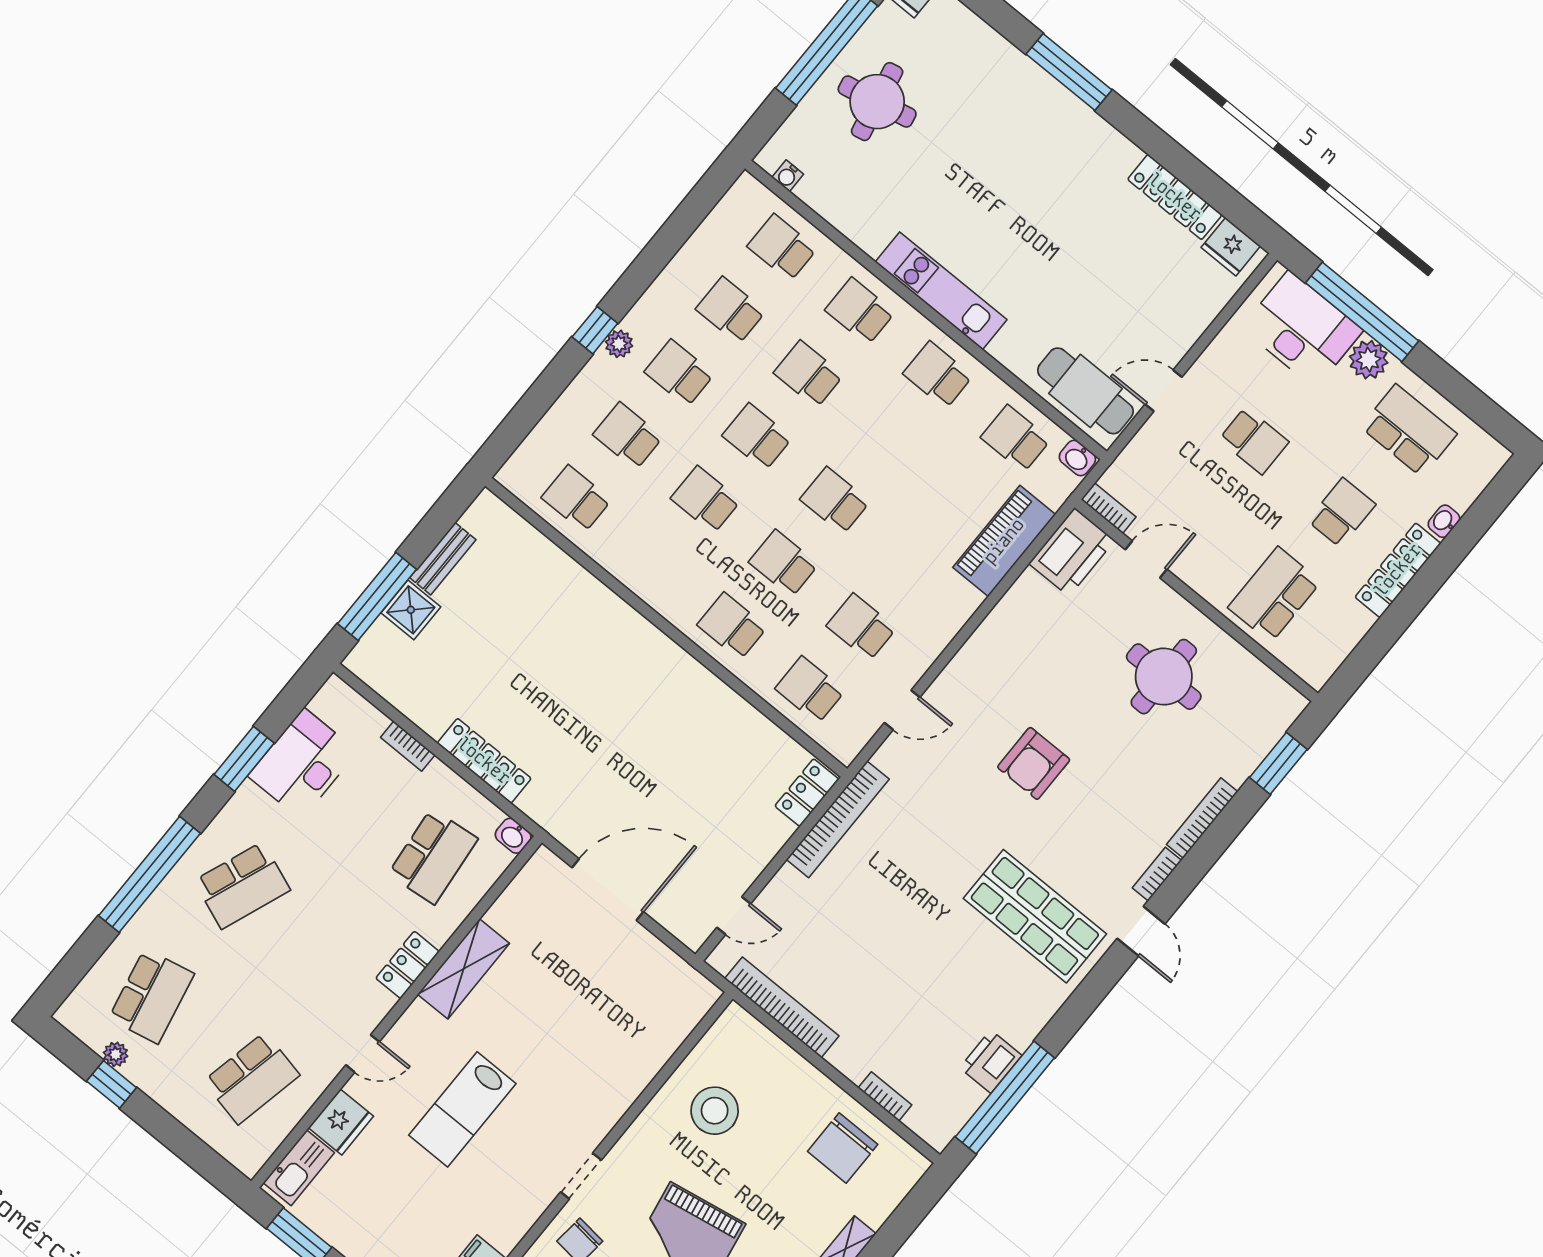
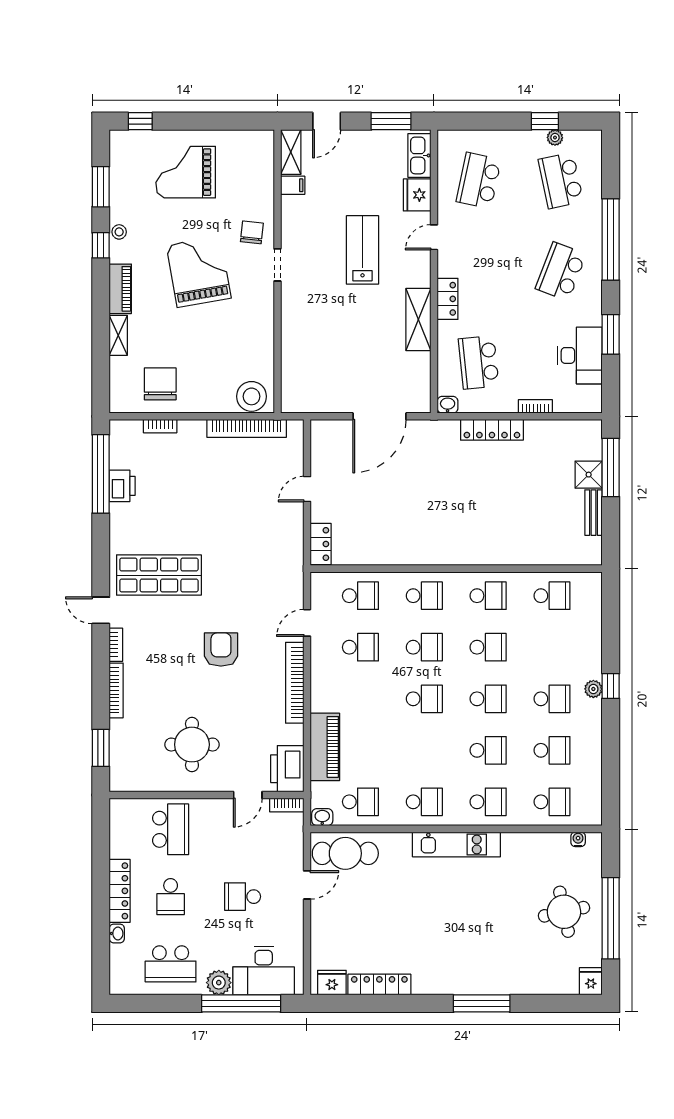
school desk: (628, 436) -> (488, 596), moved
bookcase: (838, 819) -> (295, 683), moved
door: (734, 916) -> (307, 489), moved
stool: (715, 1111) -> (252, 396), moved

